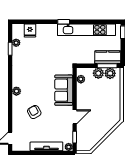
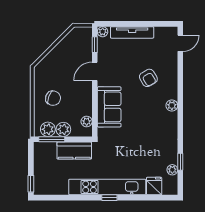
kitchen unit: (87, 30) -> (107, 187), moved
kitchen counter: (108, 57) -> (74, 151), moved
chair: (106, 97) -> (53, 98), added

